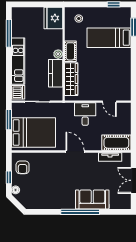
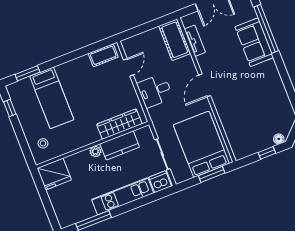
cot: (70, 51) -> (103, 55), moved
window: (9, 120) -> (212, 174), moved
armchair: (23, 167) -> (248, 141), removed
window: (80, 212) -> (266, 29), moved

